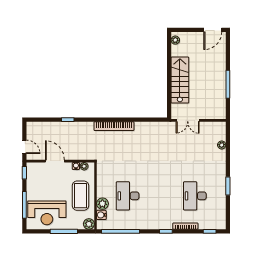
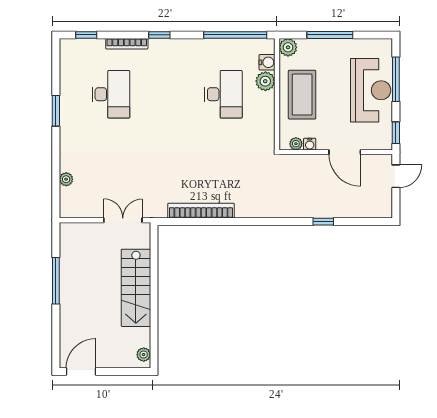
bookcase: (114, 126) -> (201, 211), moved
door: (24, 147) -> (396, 176), swing flipped
reception desk: (47, 213) -> (371, 90), moved, turned 90

